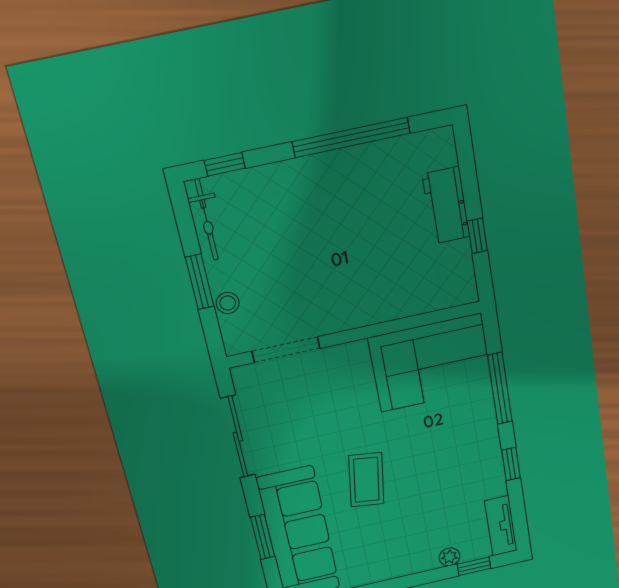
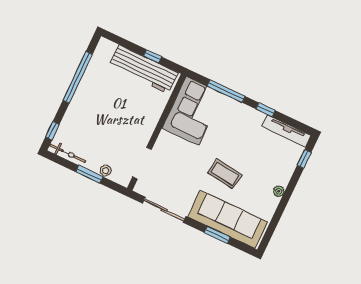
workbench: (446, 206) -> (144, 69), width x1.88, depth x1.32
tv unit: (501, 526) -> (287, 131), width x1.41
plant: (449, 557) -> (279, 191), moved

